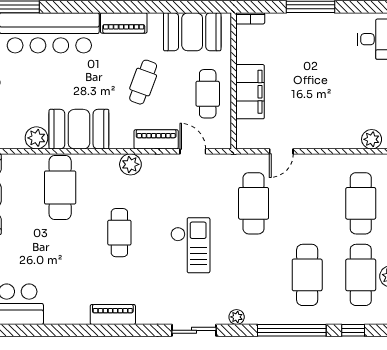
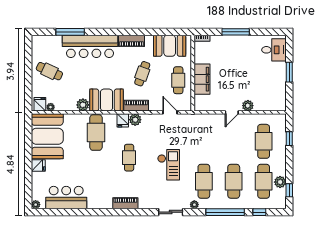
piano: (156, 139) -> (136, 106), moved
plant: (372, 139) -> (248, 106), moved
door: (281, 151) -> (232, 112), moved
fridge: (108, 166) -> (123, 120), added
cafe table: (254, 203) -> (204, 181), moved

